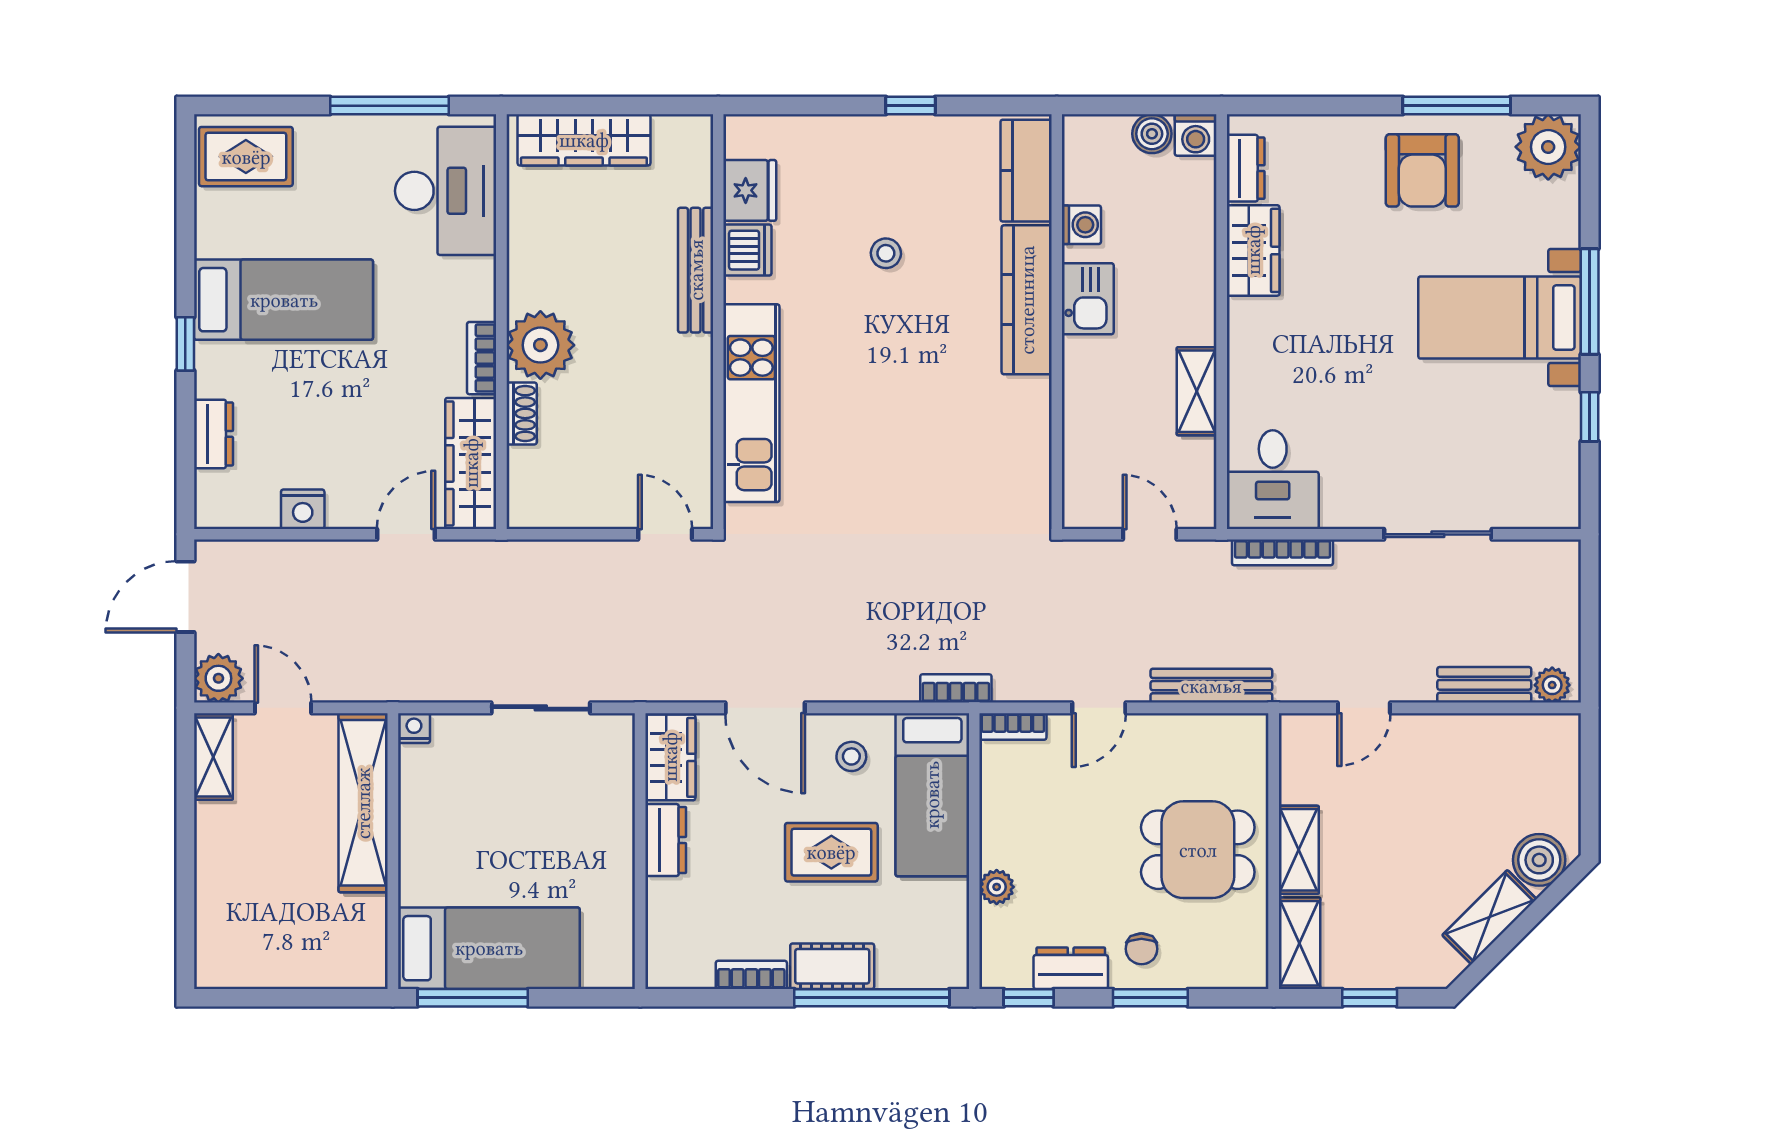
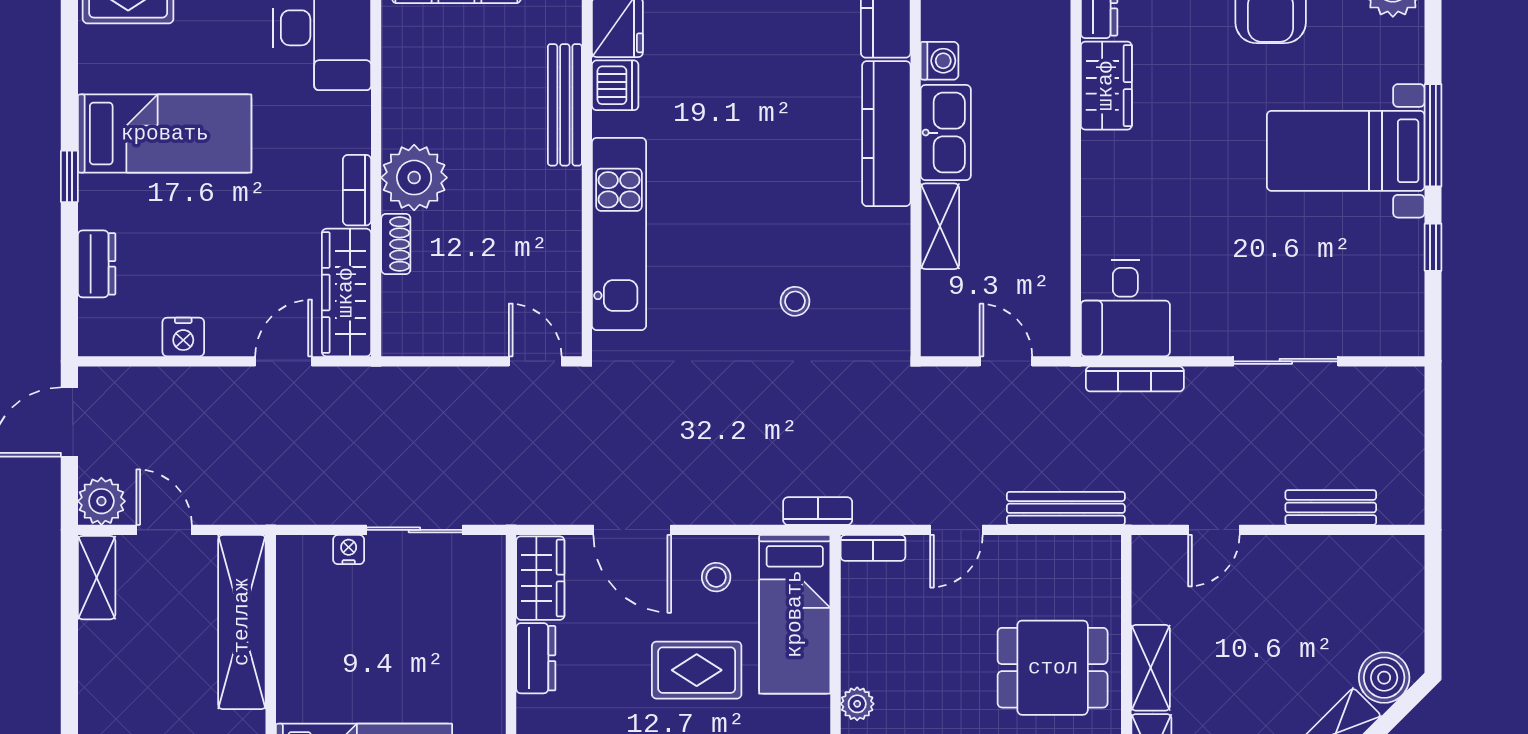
stool: (886, 253) -> (795, 301), moved
kitchen sink: (1088, 299) -> (946, 133), width x1.38
shelving: (1197, 391) -> (940, 226), moved
plant: (1552, 685) -> (1397, 508), removed
nightstand: (414, 728) -> (349, 550), moved

